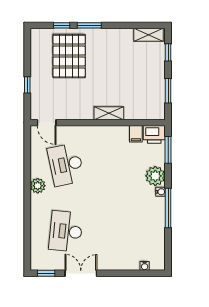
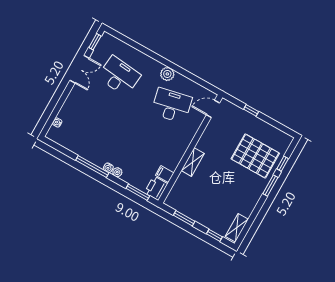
plant: (155, 176) -> (117, 172), width x0.53, depth x0.53

